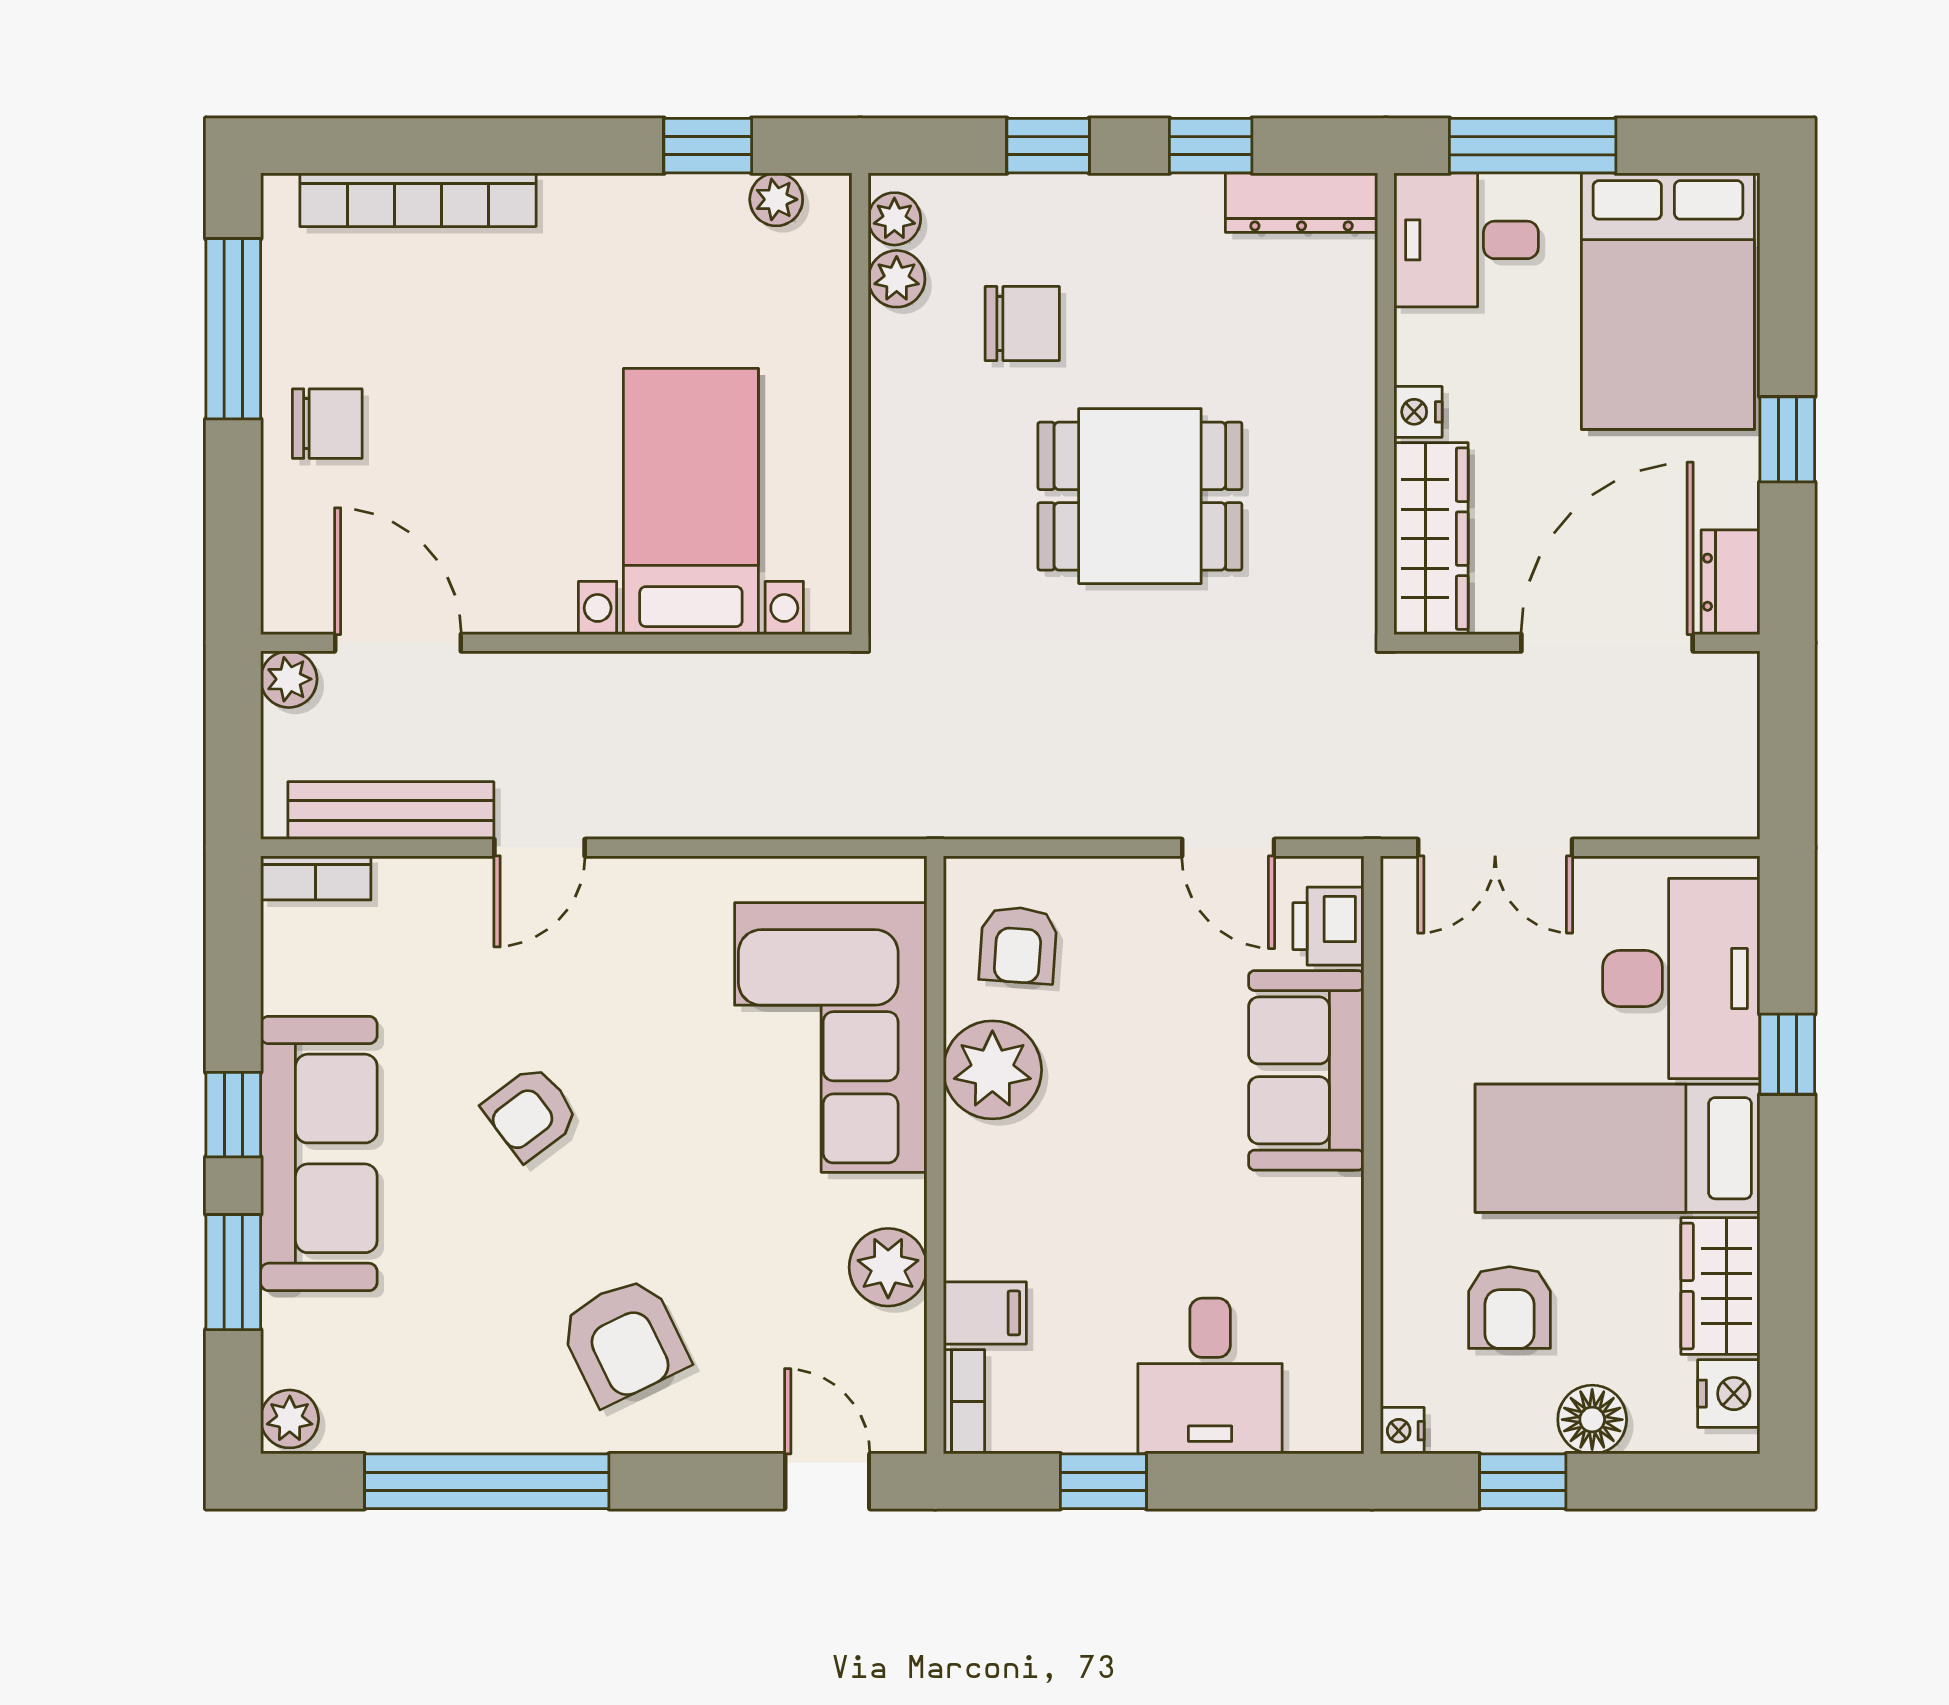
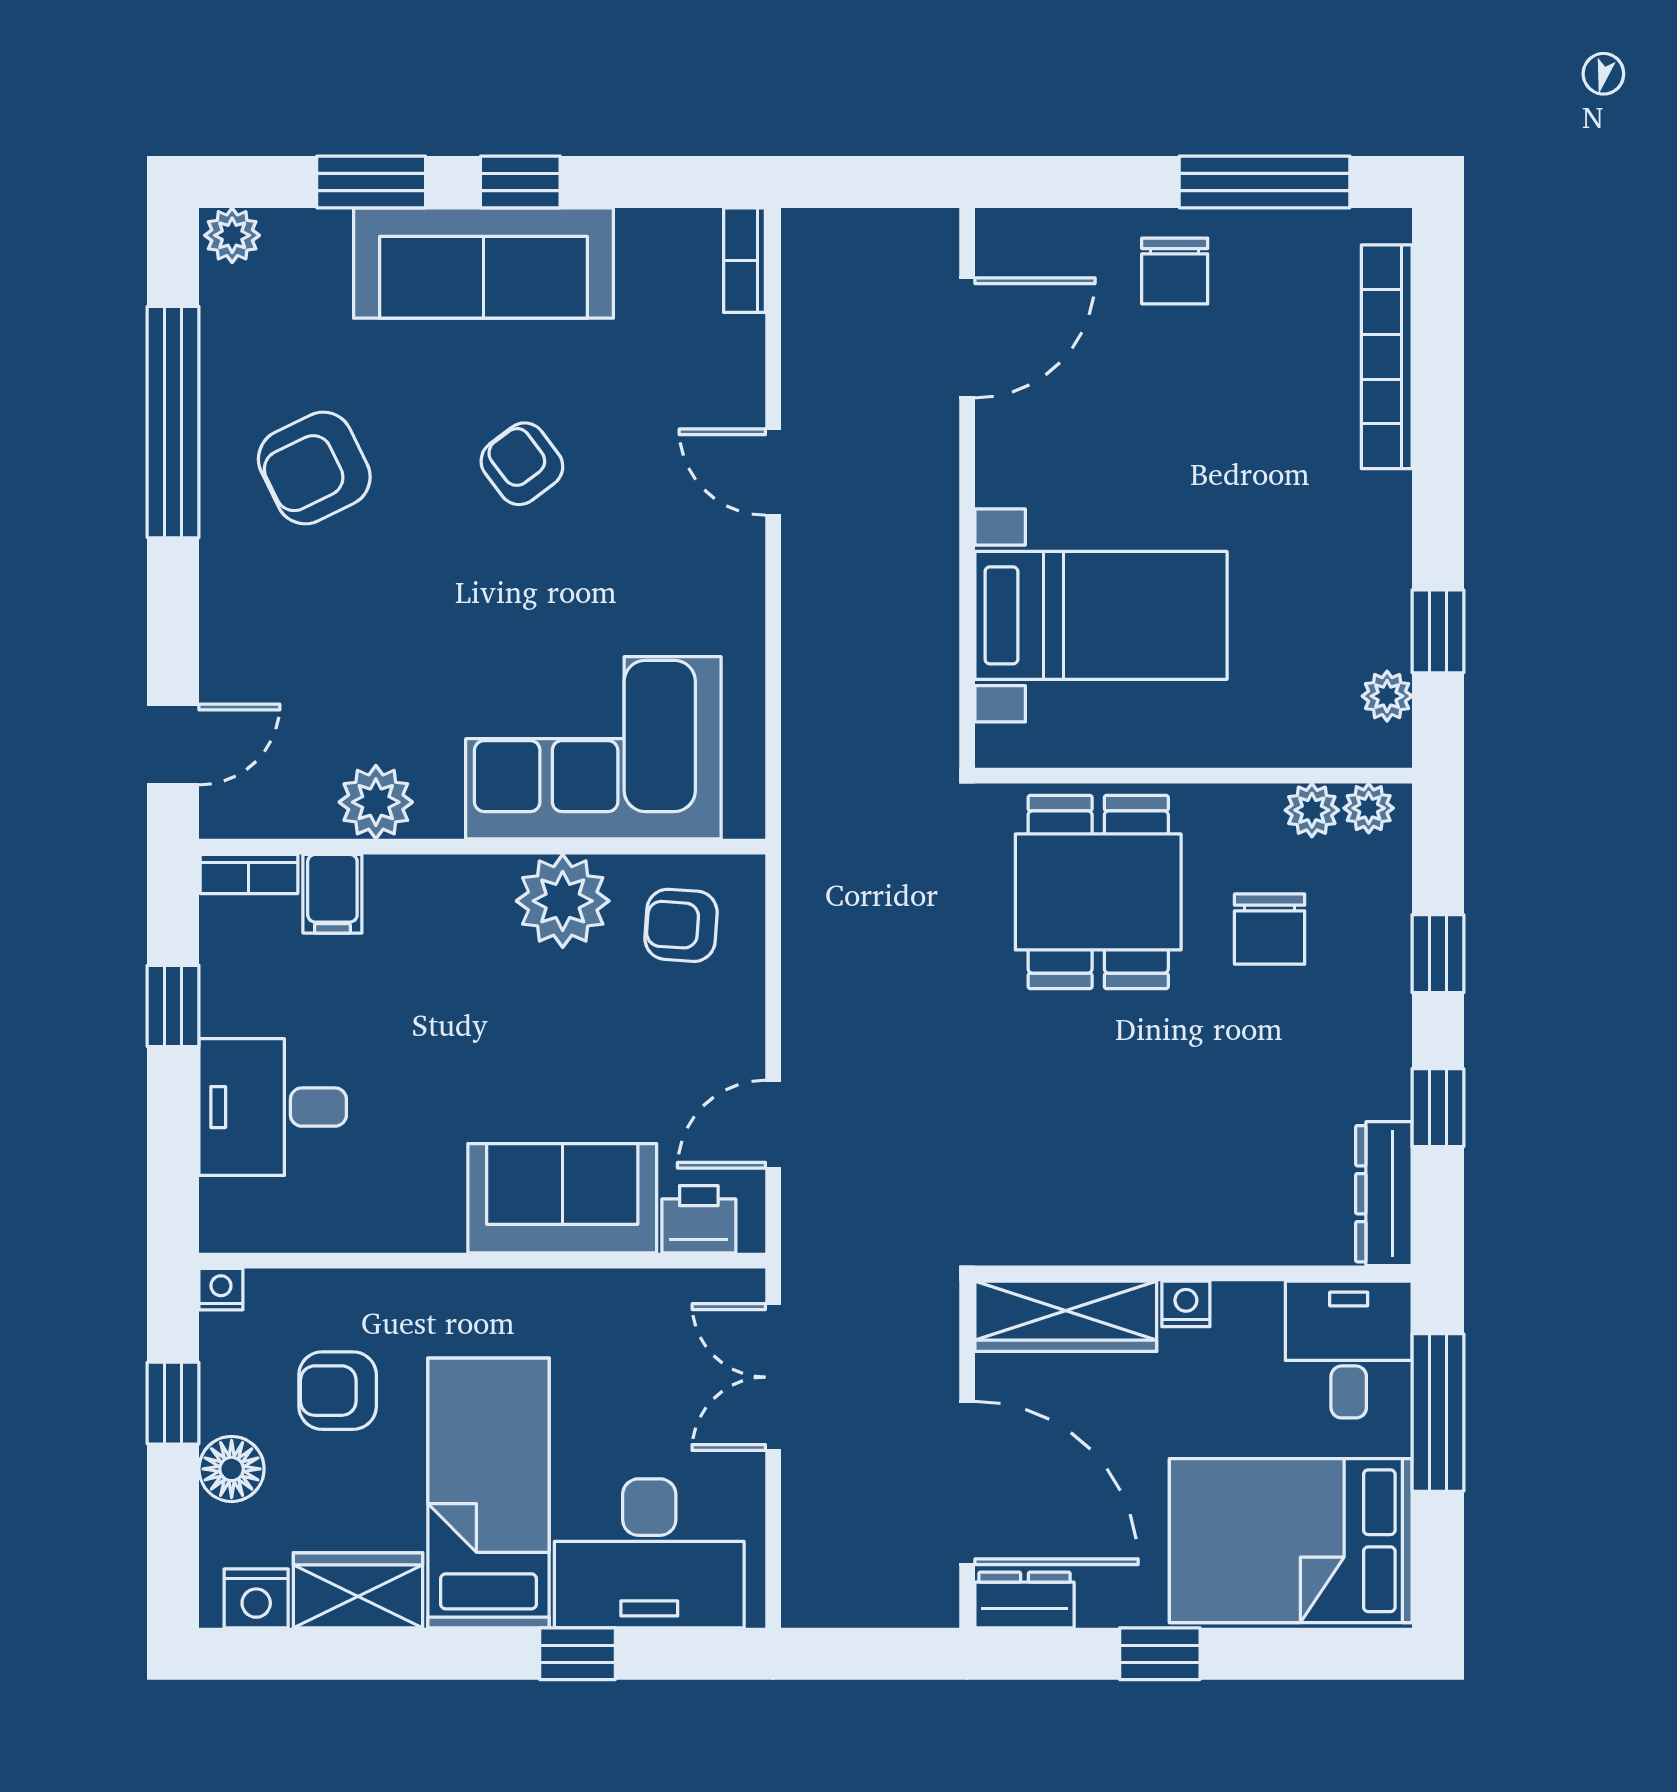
dining table: (1140, 496) -> (1098, 892), moved
plant: (289, 679) -> (933, 235), removed
bench: (391, 811) -> (808, 331), removed
armchair: (624, 1341) -> (314, 468), moved

